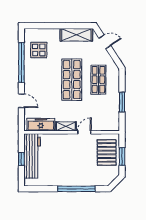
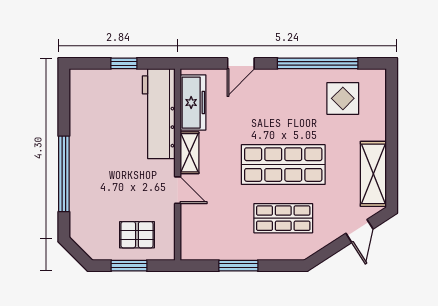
pallet: (107, 152) -> (137, 235), width x0.67, depth x0.71
workbench: (32, 156) -> (159, 114), moved, turned 90

